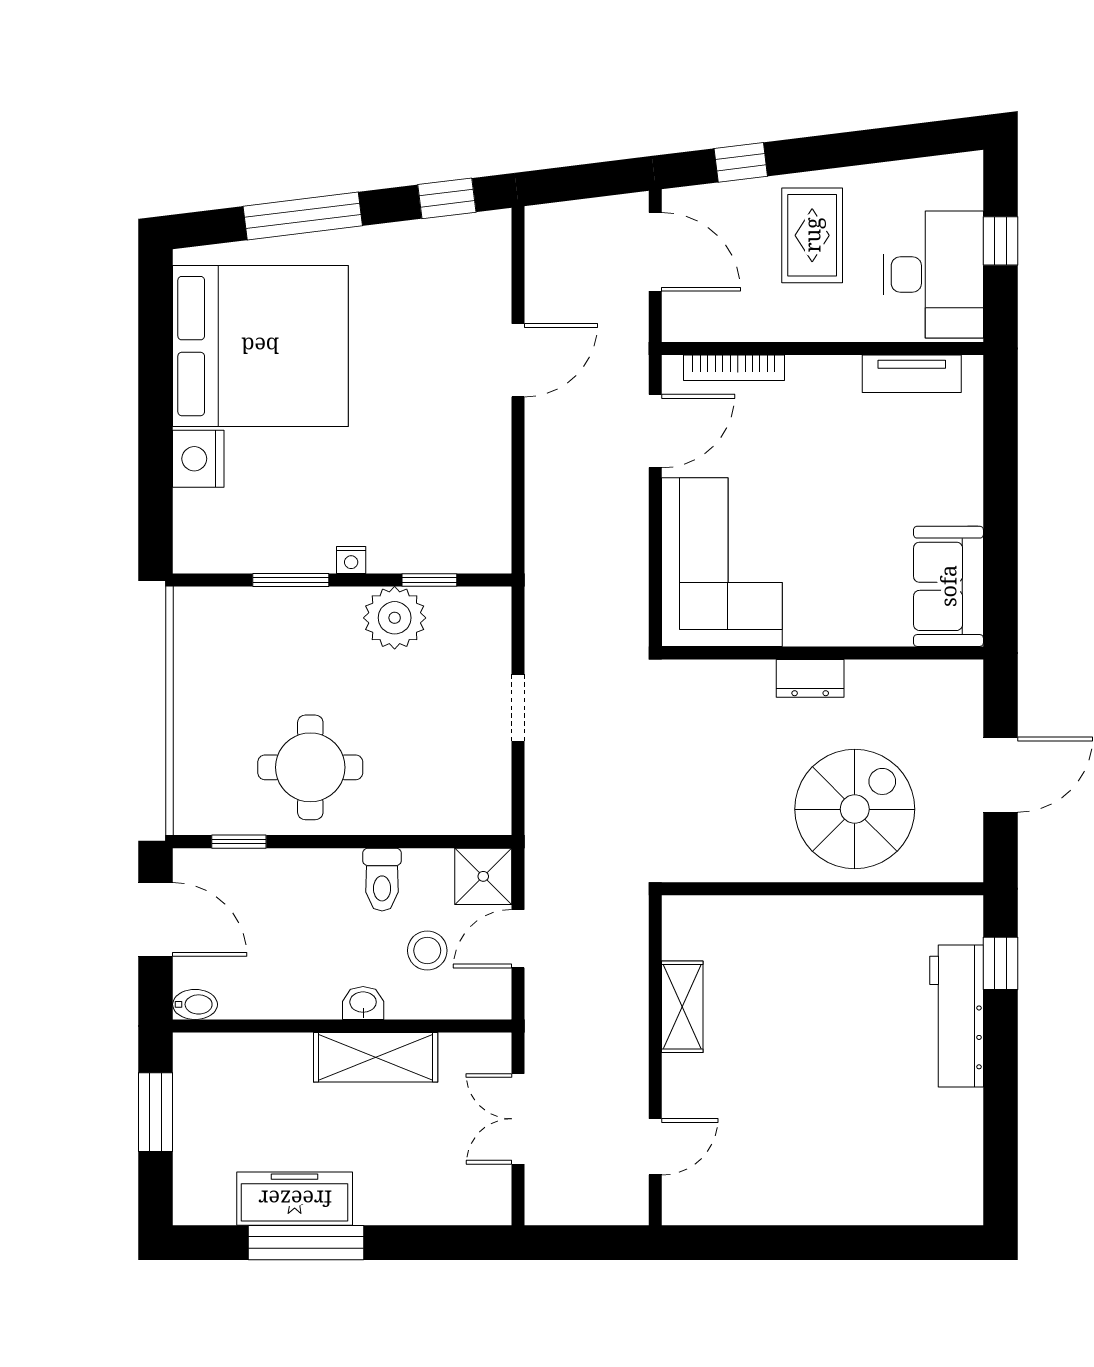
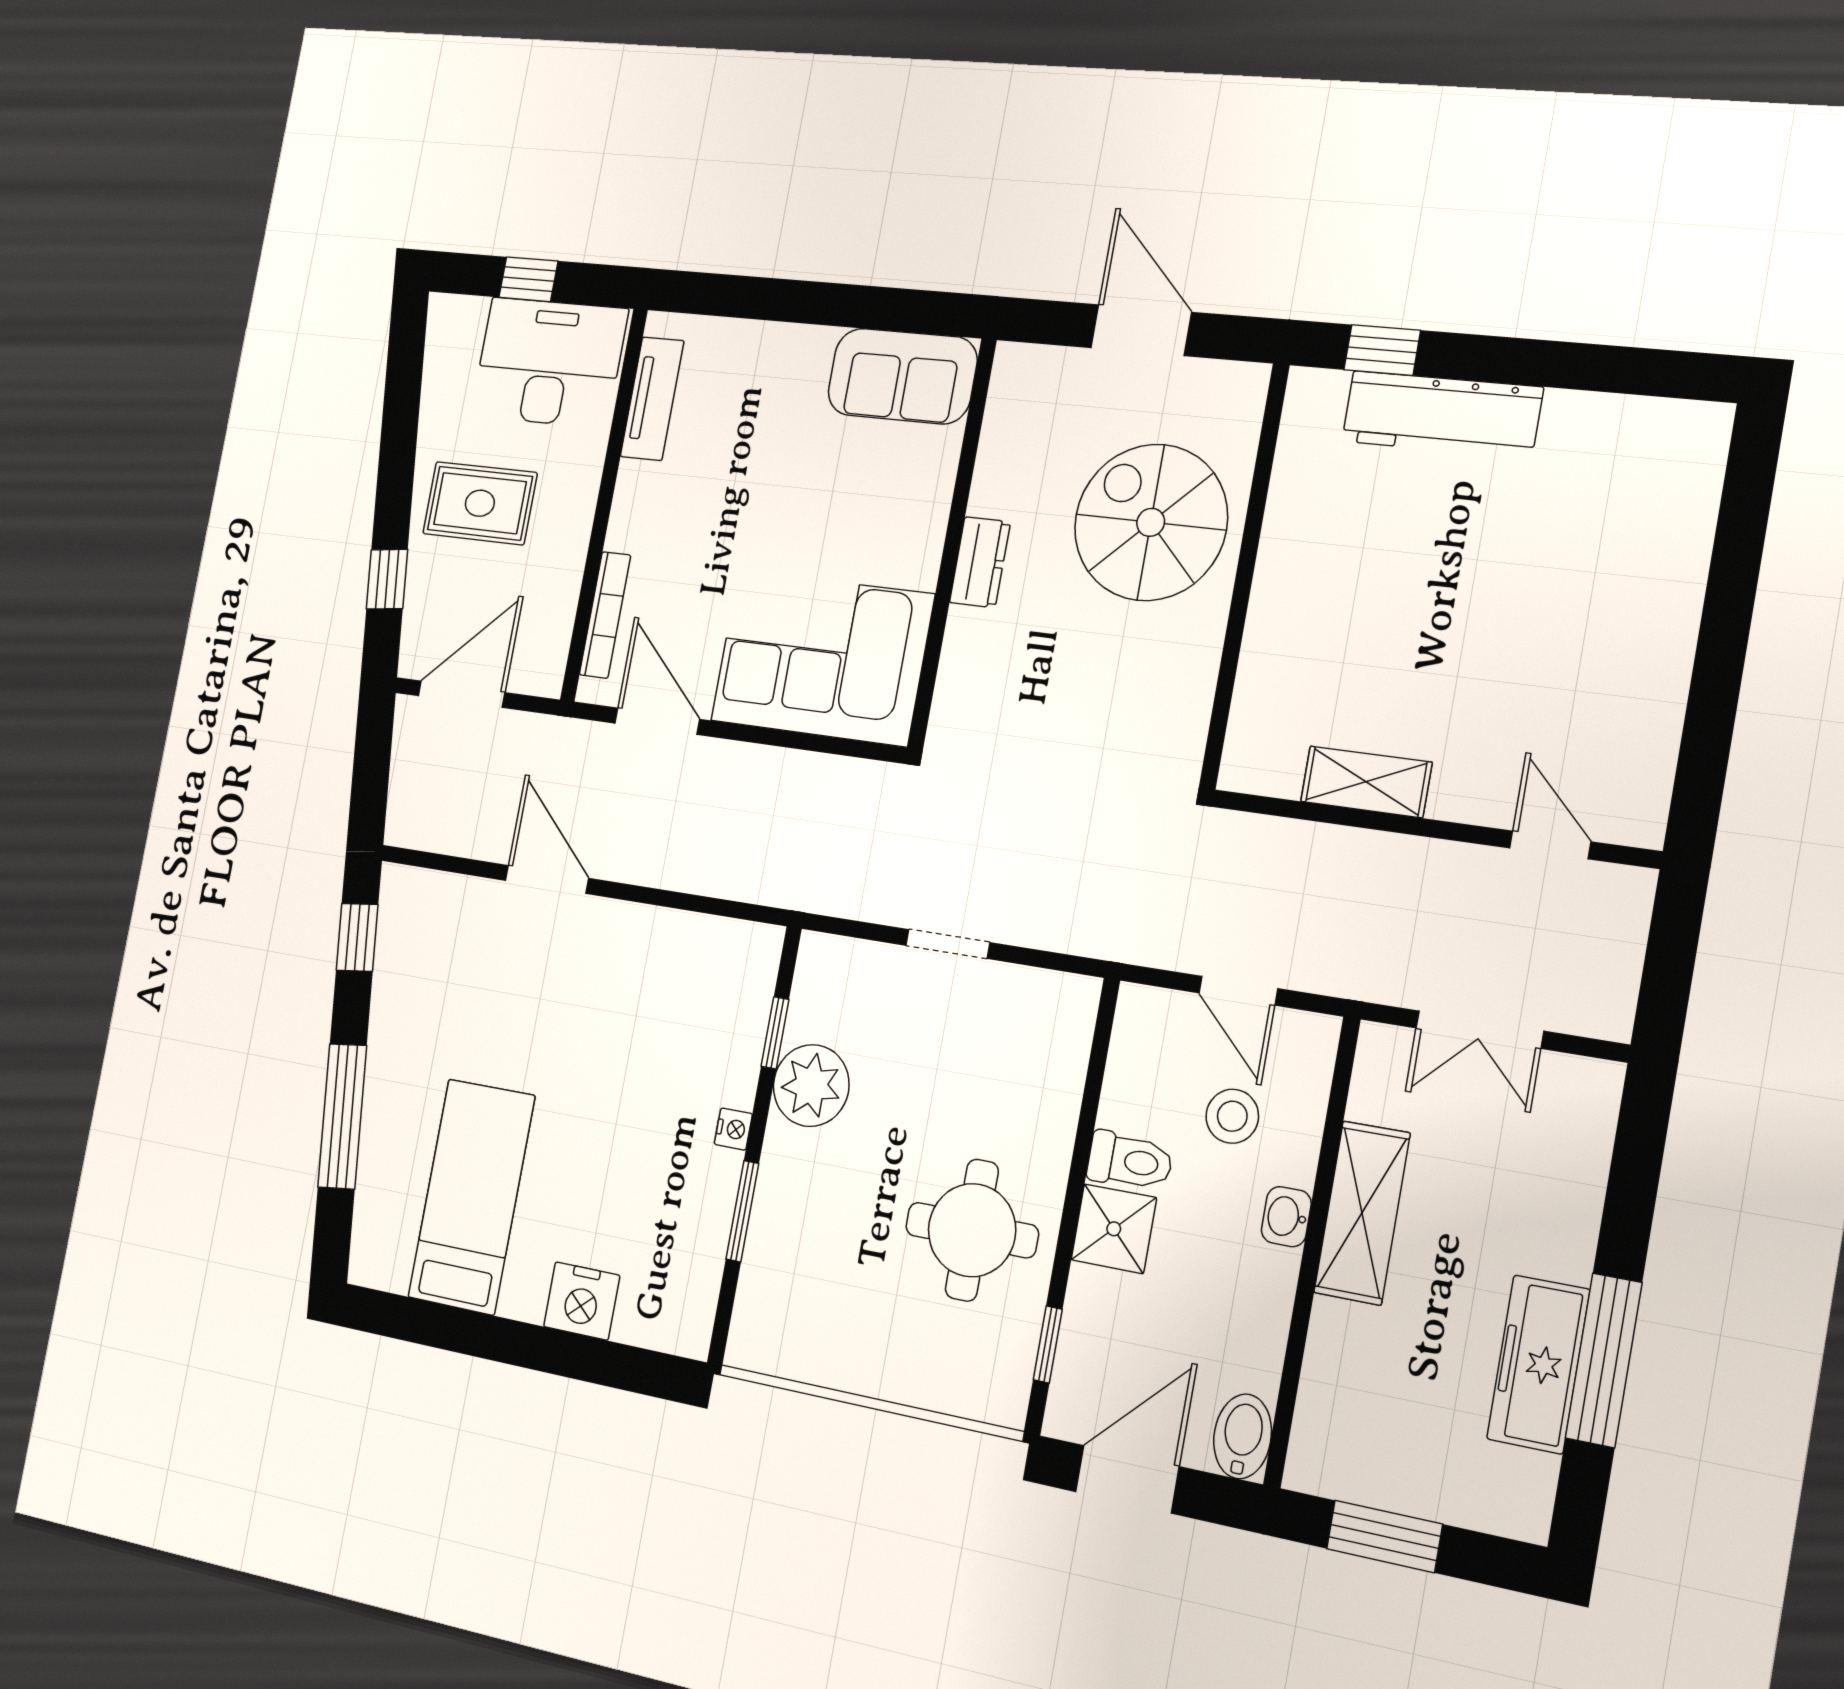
bed: (260, 346) -> (471, 1197), width x0.49
shower: (483, 876) -> (1114, 1229), moved
bidet: (195, 1004) -> (1242, 1436), width x1.38, depth x1.36

